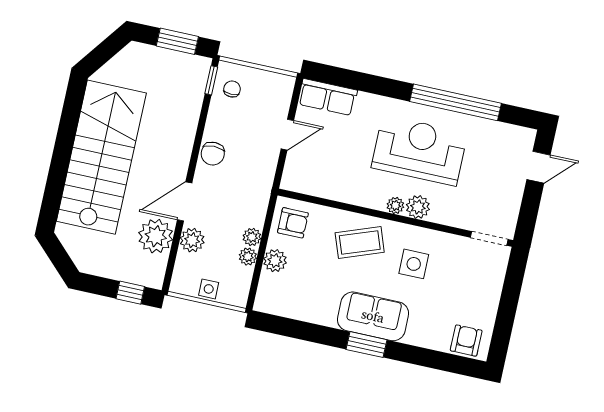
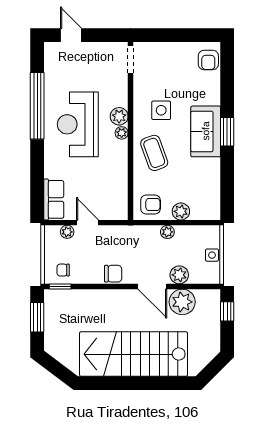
armchair: (293, 223) -> (151, 205), turned 90
plant: (248, 257) -> (67, 232), moved
armchair: (466, 340) -> (208, 60), turned -90

